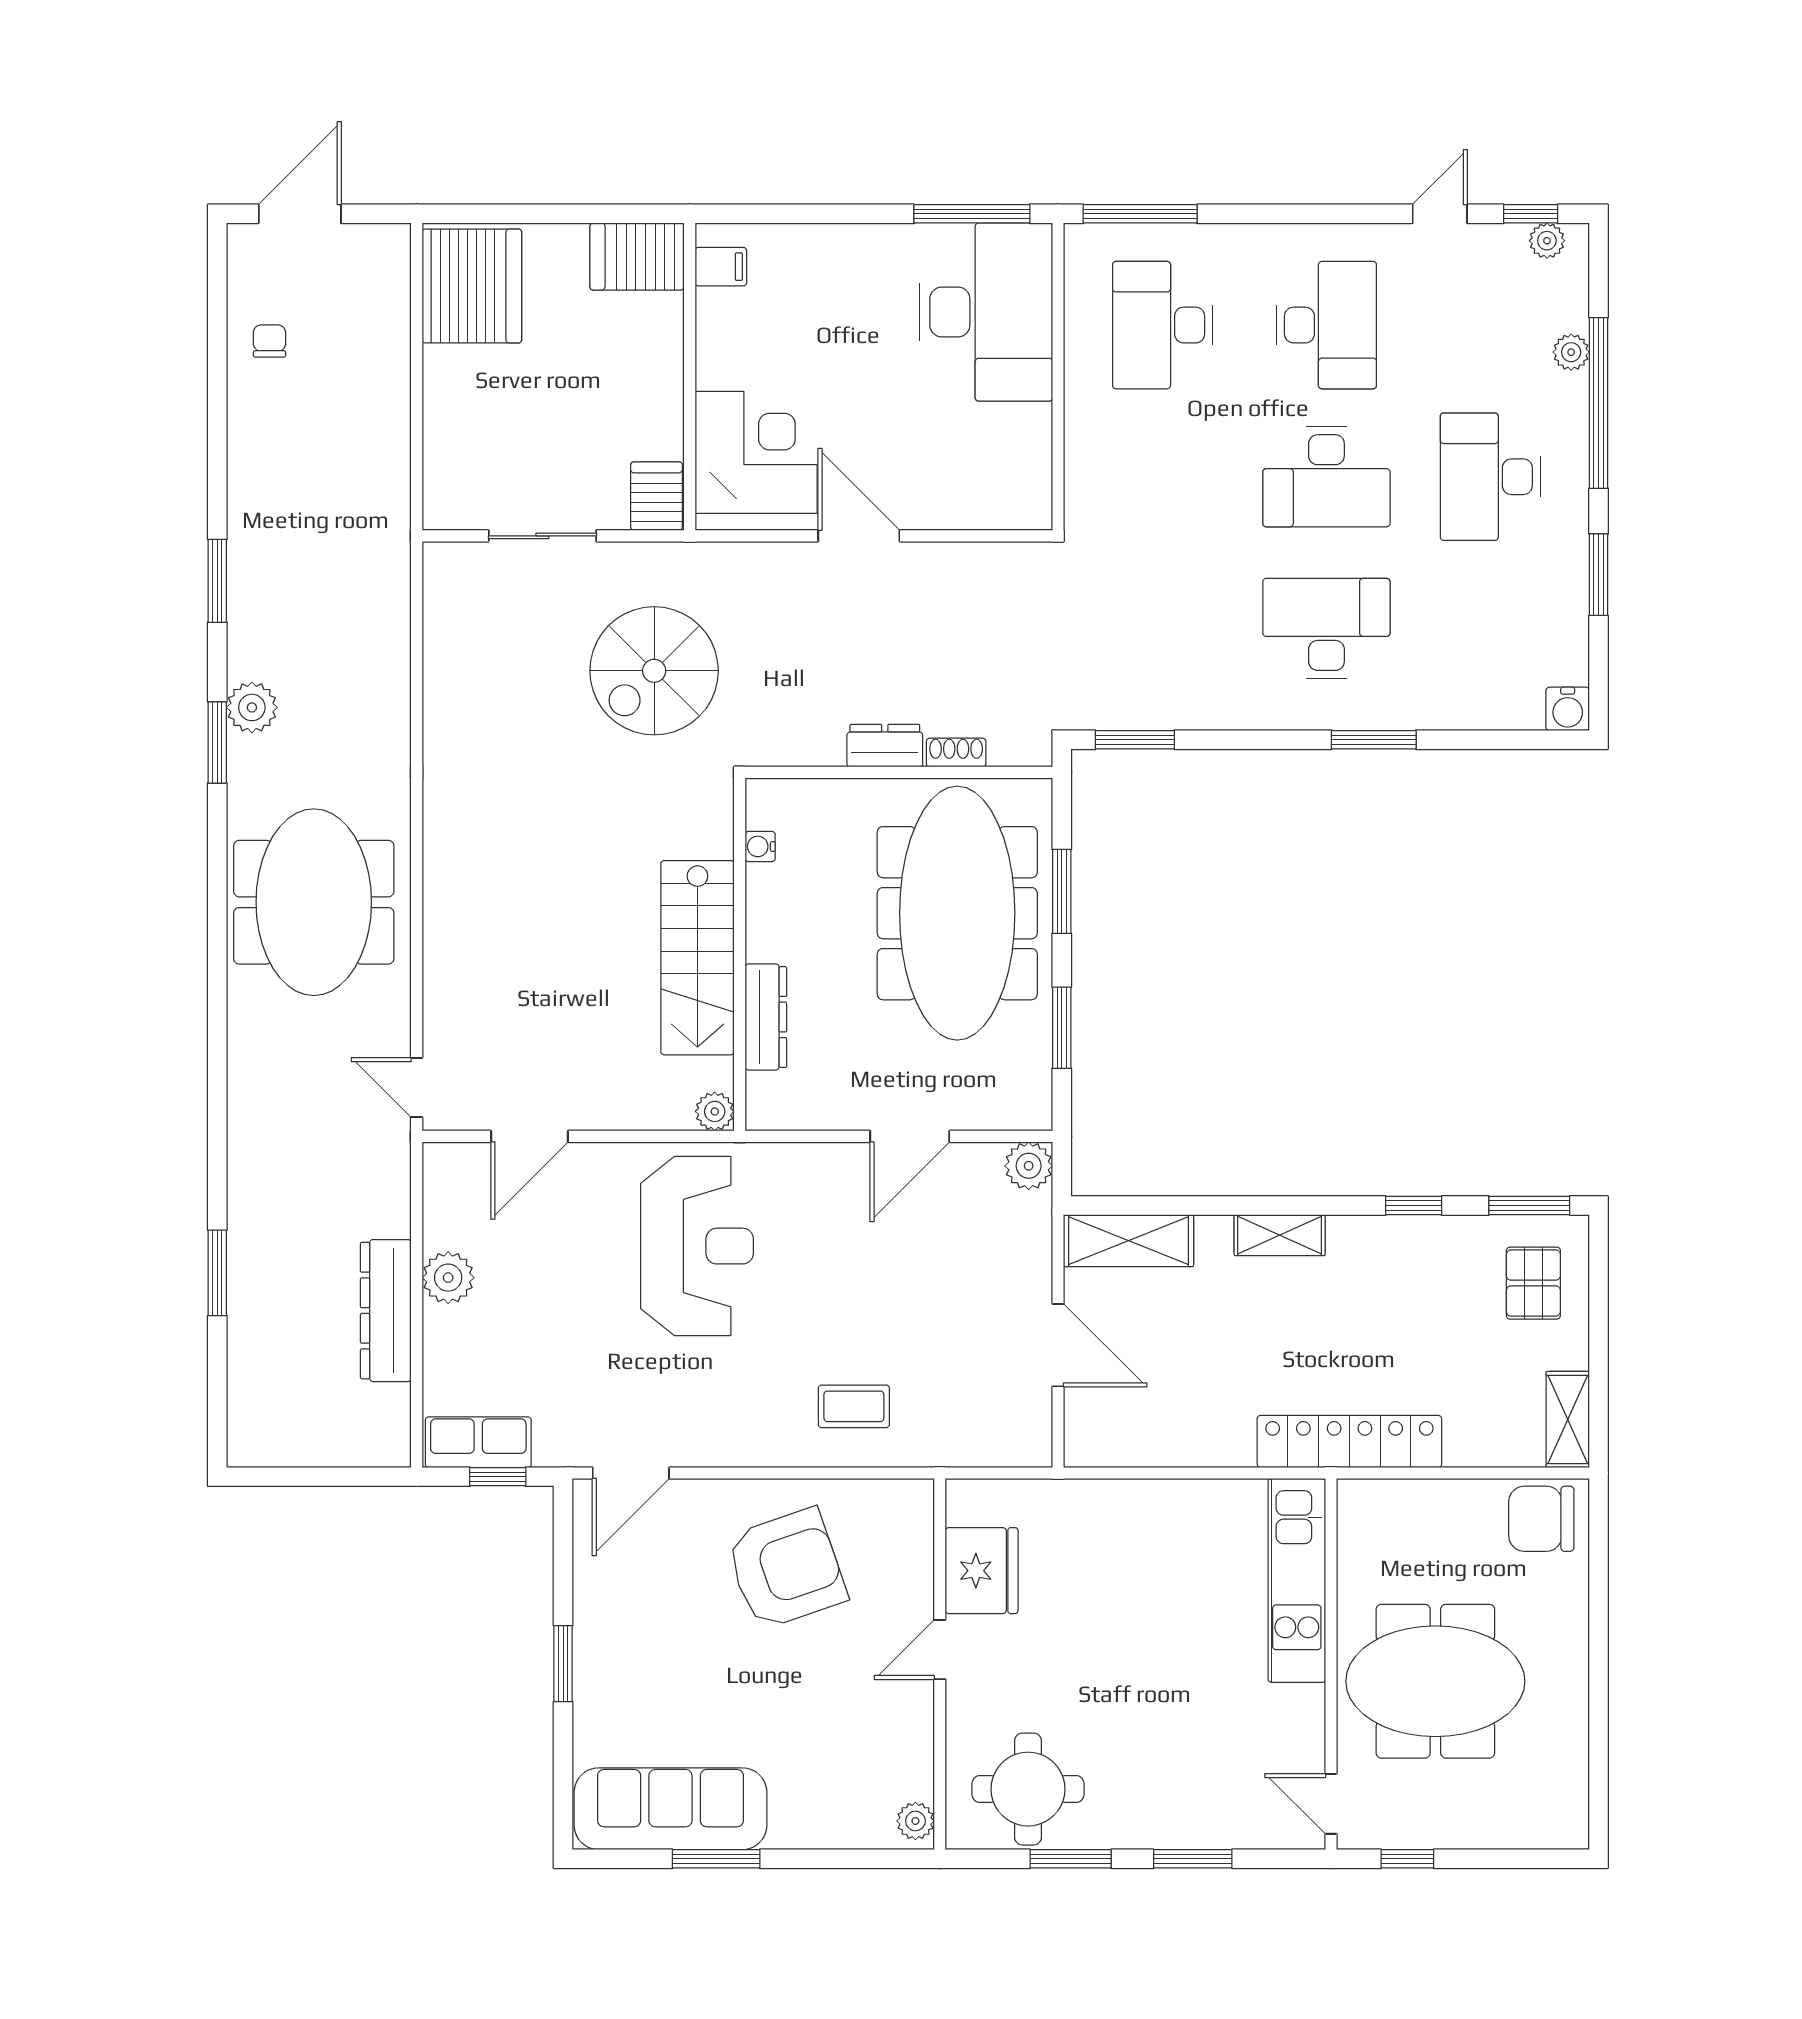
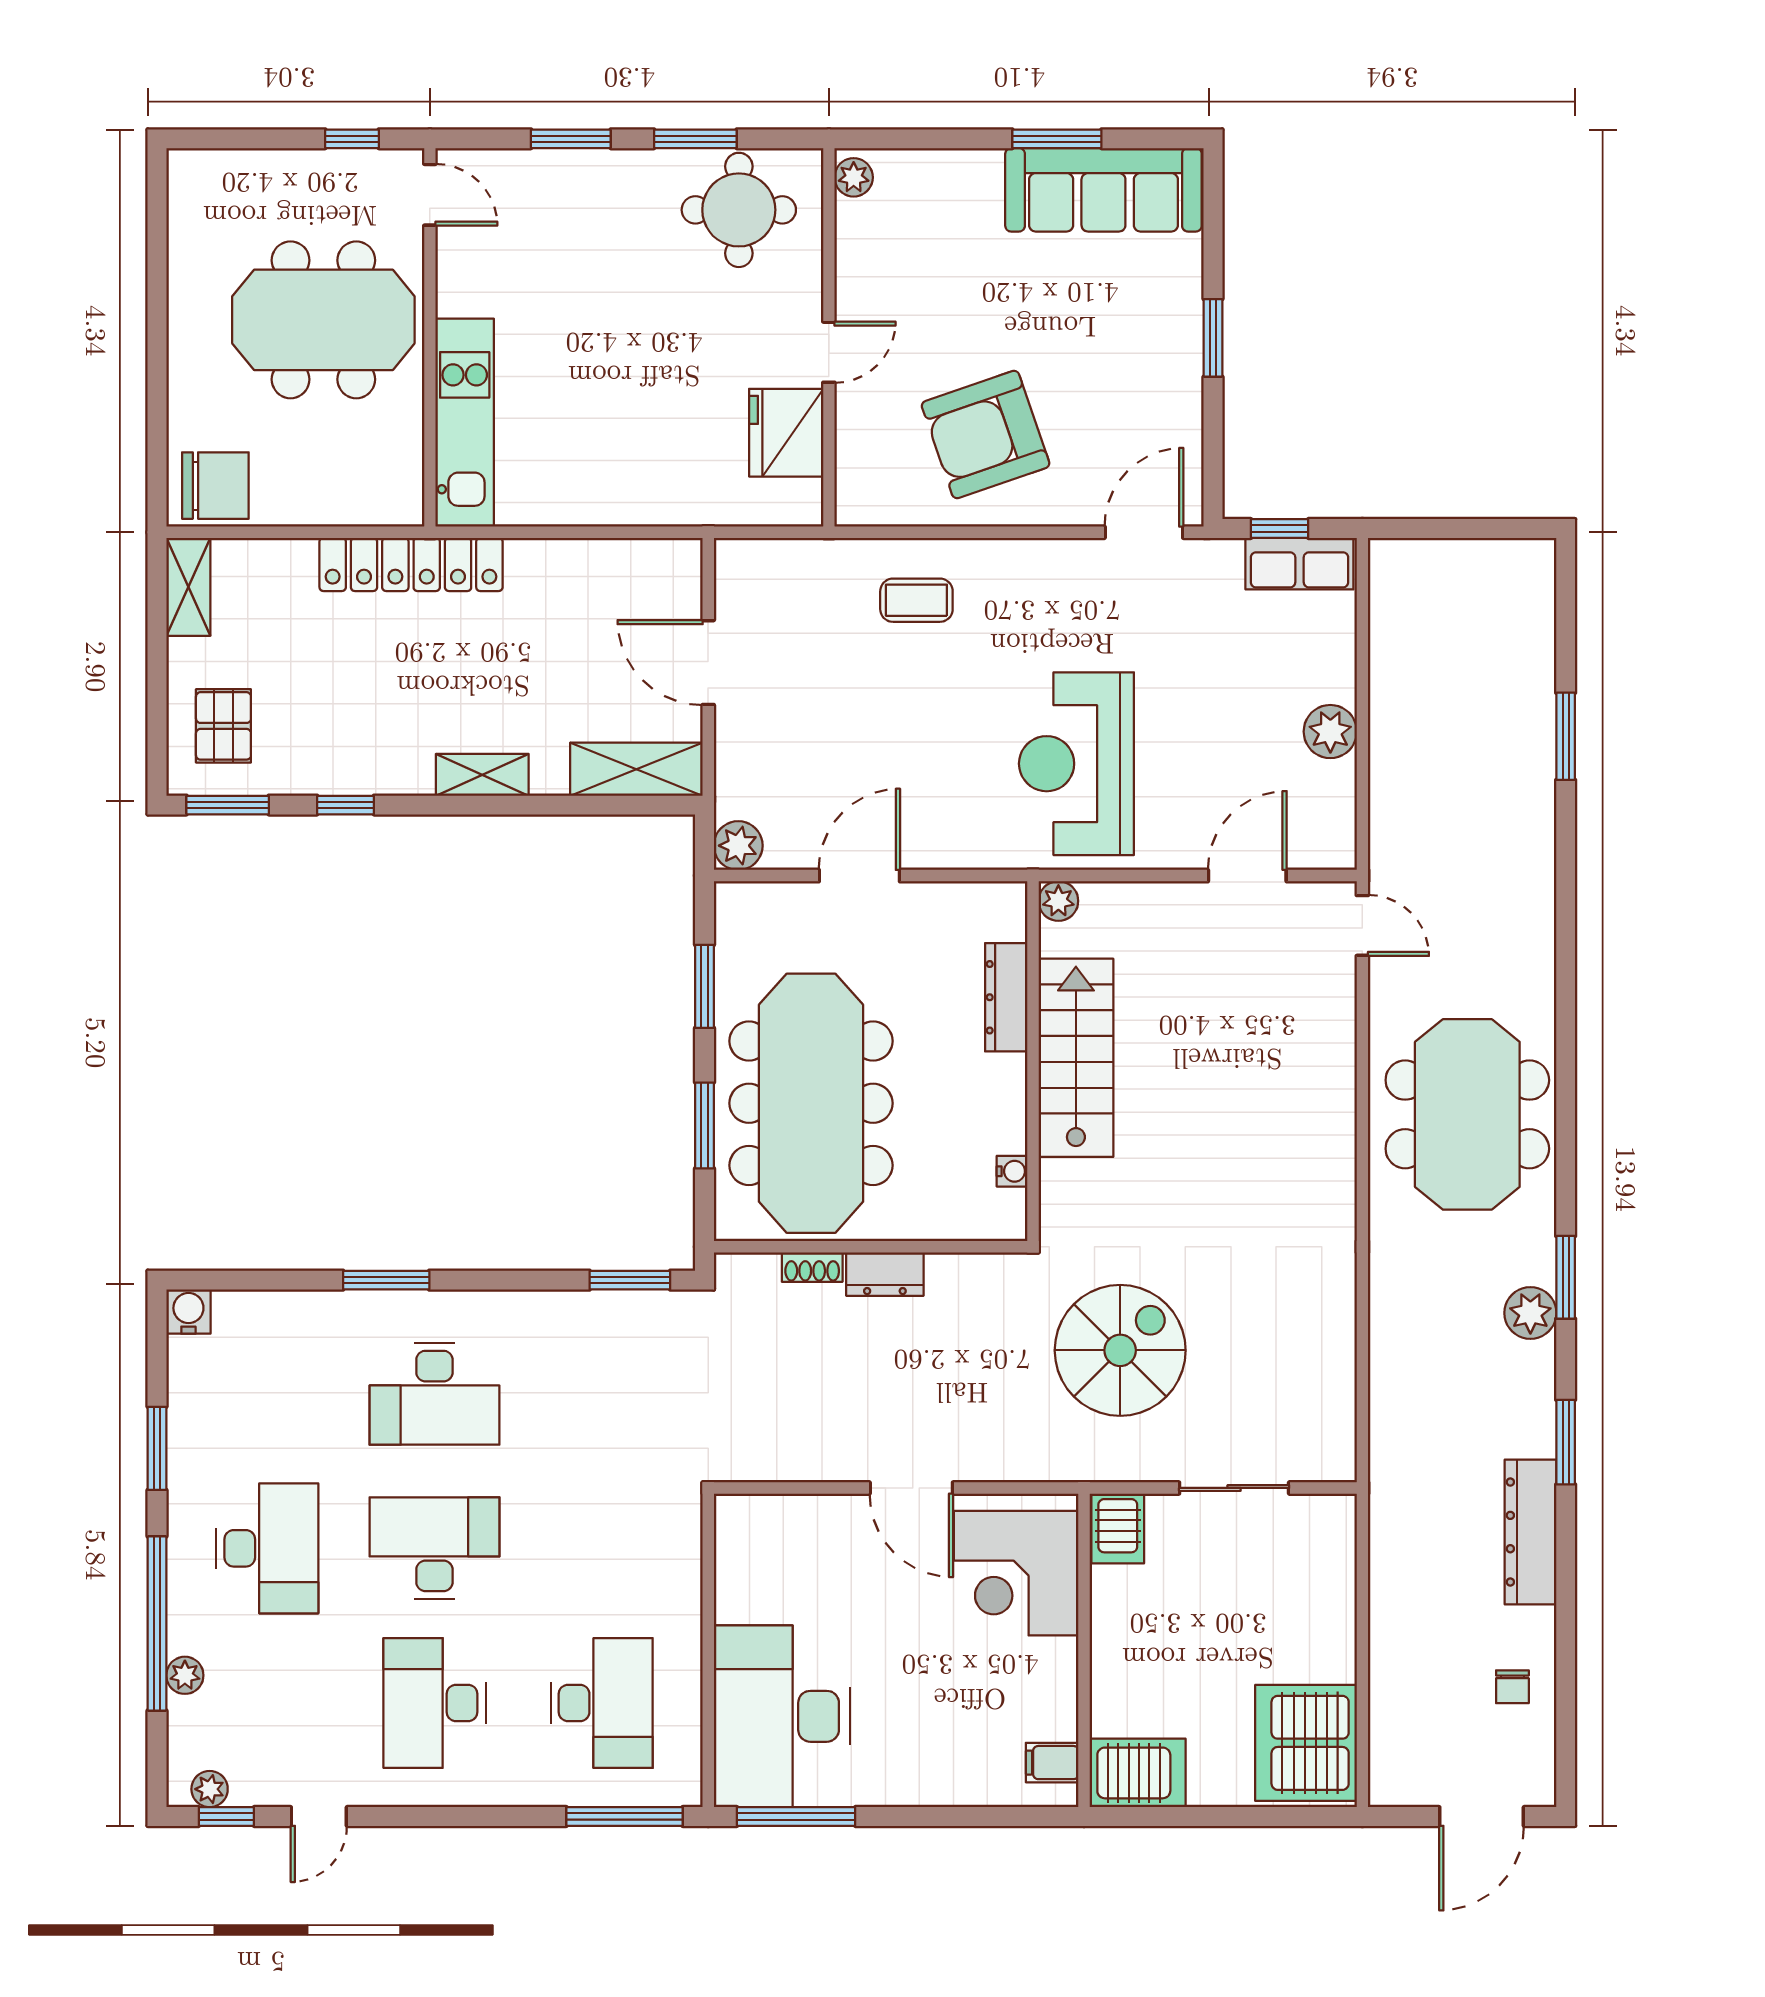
dresser: (386, 1311) -> (1531, 1532), moved, turned 180

